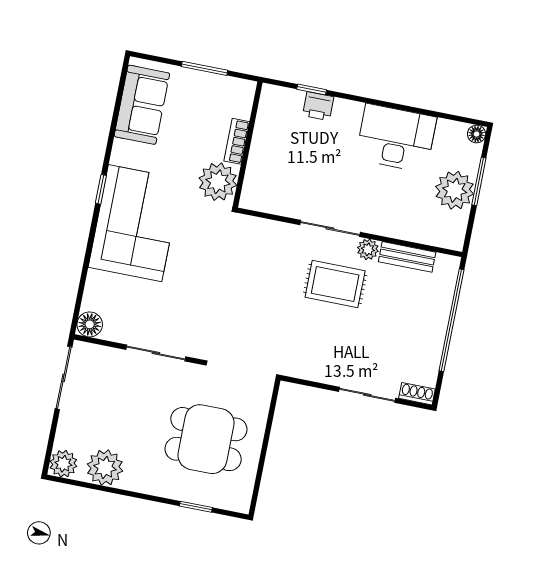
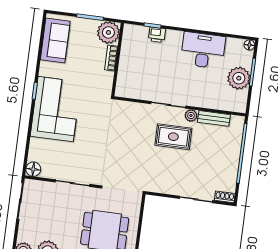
plant: (218, 182) -> (108, 32), moved

